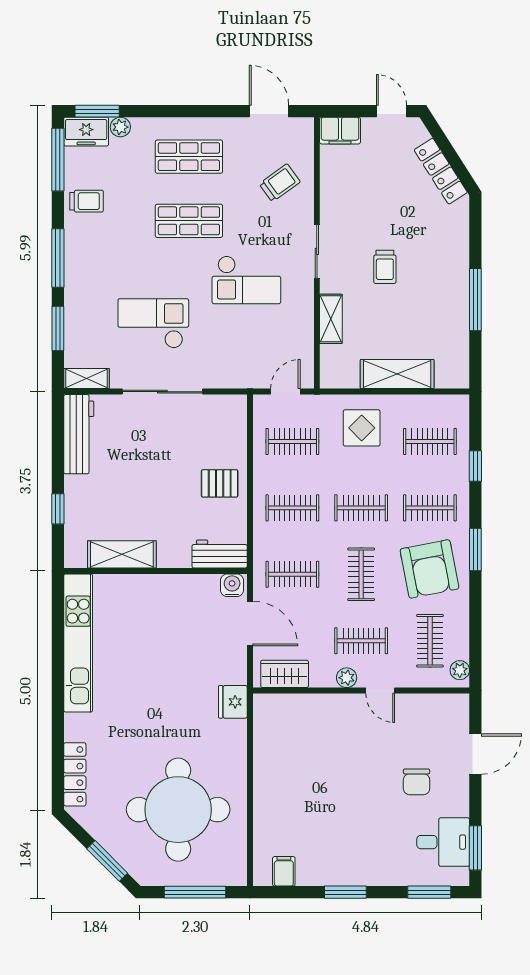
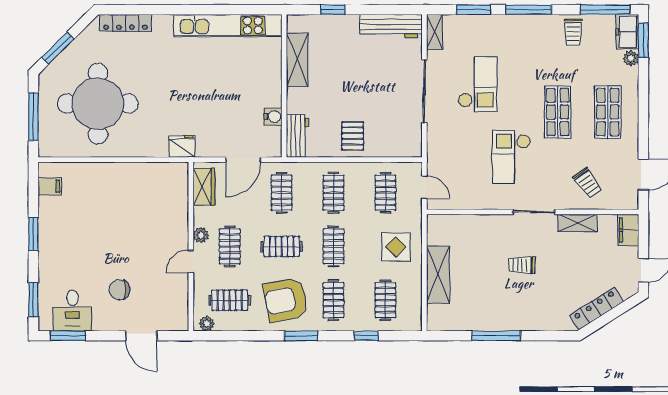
shelving: (331, 319) -> (577, 223), moved
water cooler: (232, 585) -> (273, 117), moved

